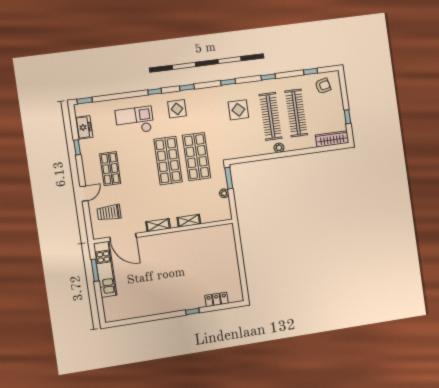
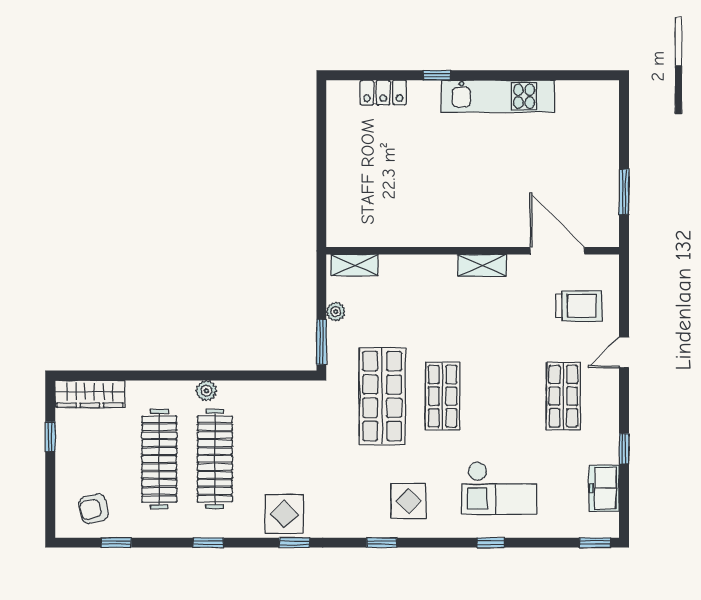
window: (155, 92) -> (491, 543), moved
display table: (238, 110) -> (284, 514), moved
shop shelf: (168, 161) -> (443, 396), width x0.70, depth x0.74
shelving: (189, 221) -> (355, 265), moved
kitchen unit: (105, 269) -> (498, 96), moved, turned -90

